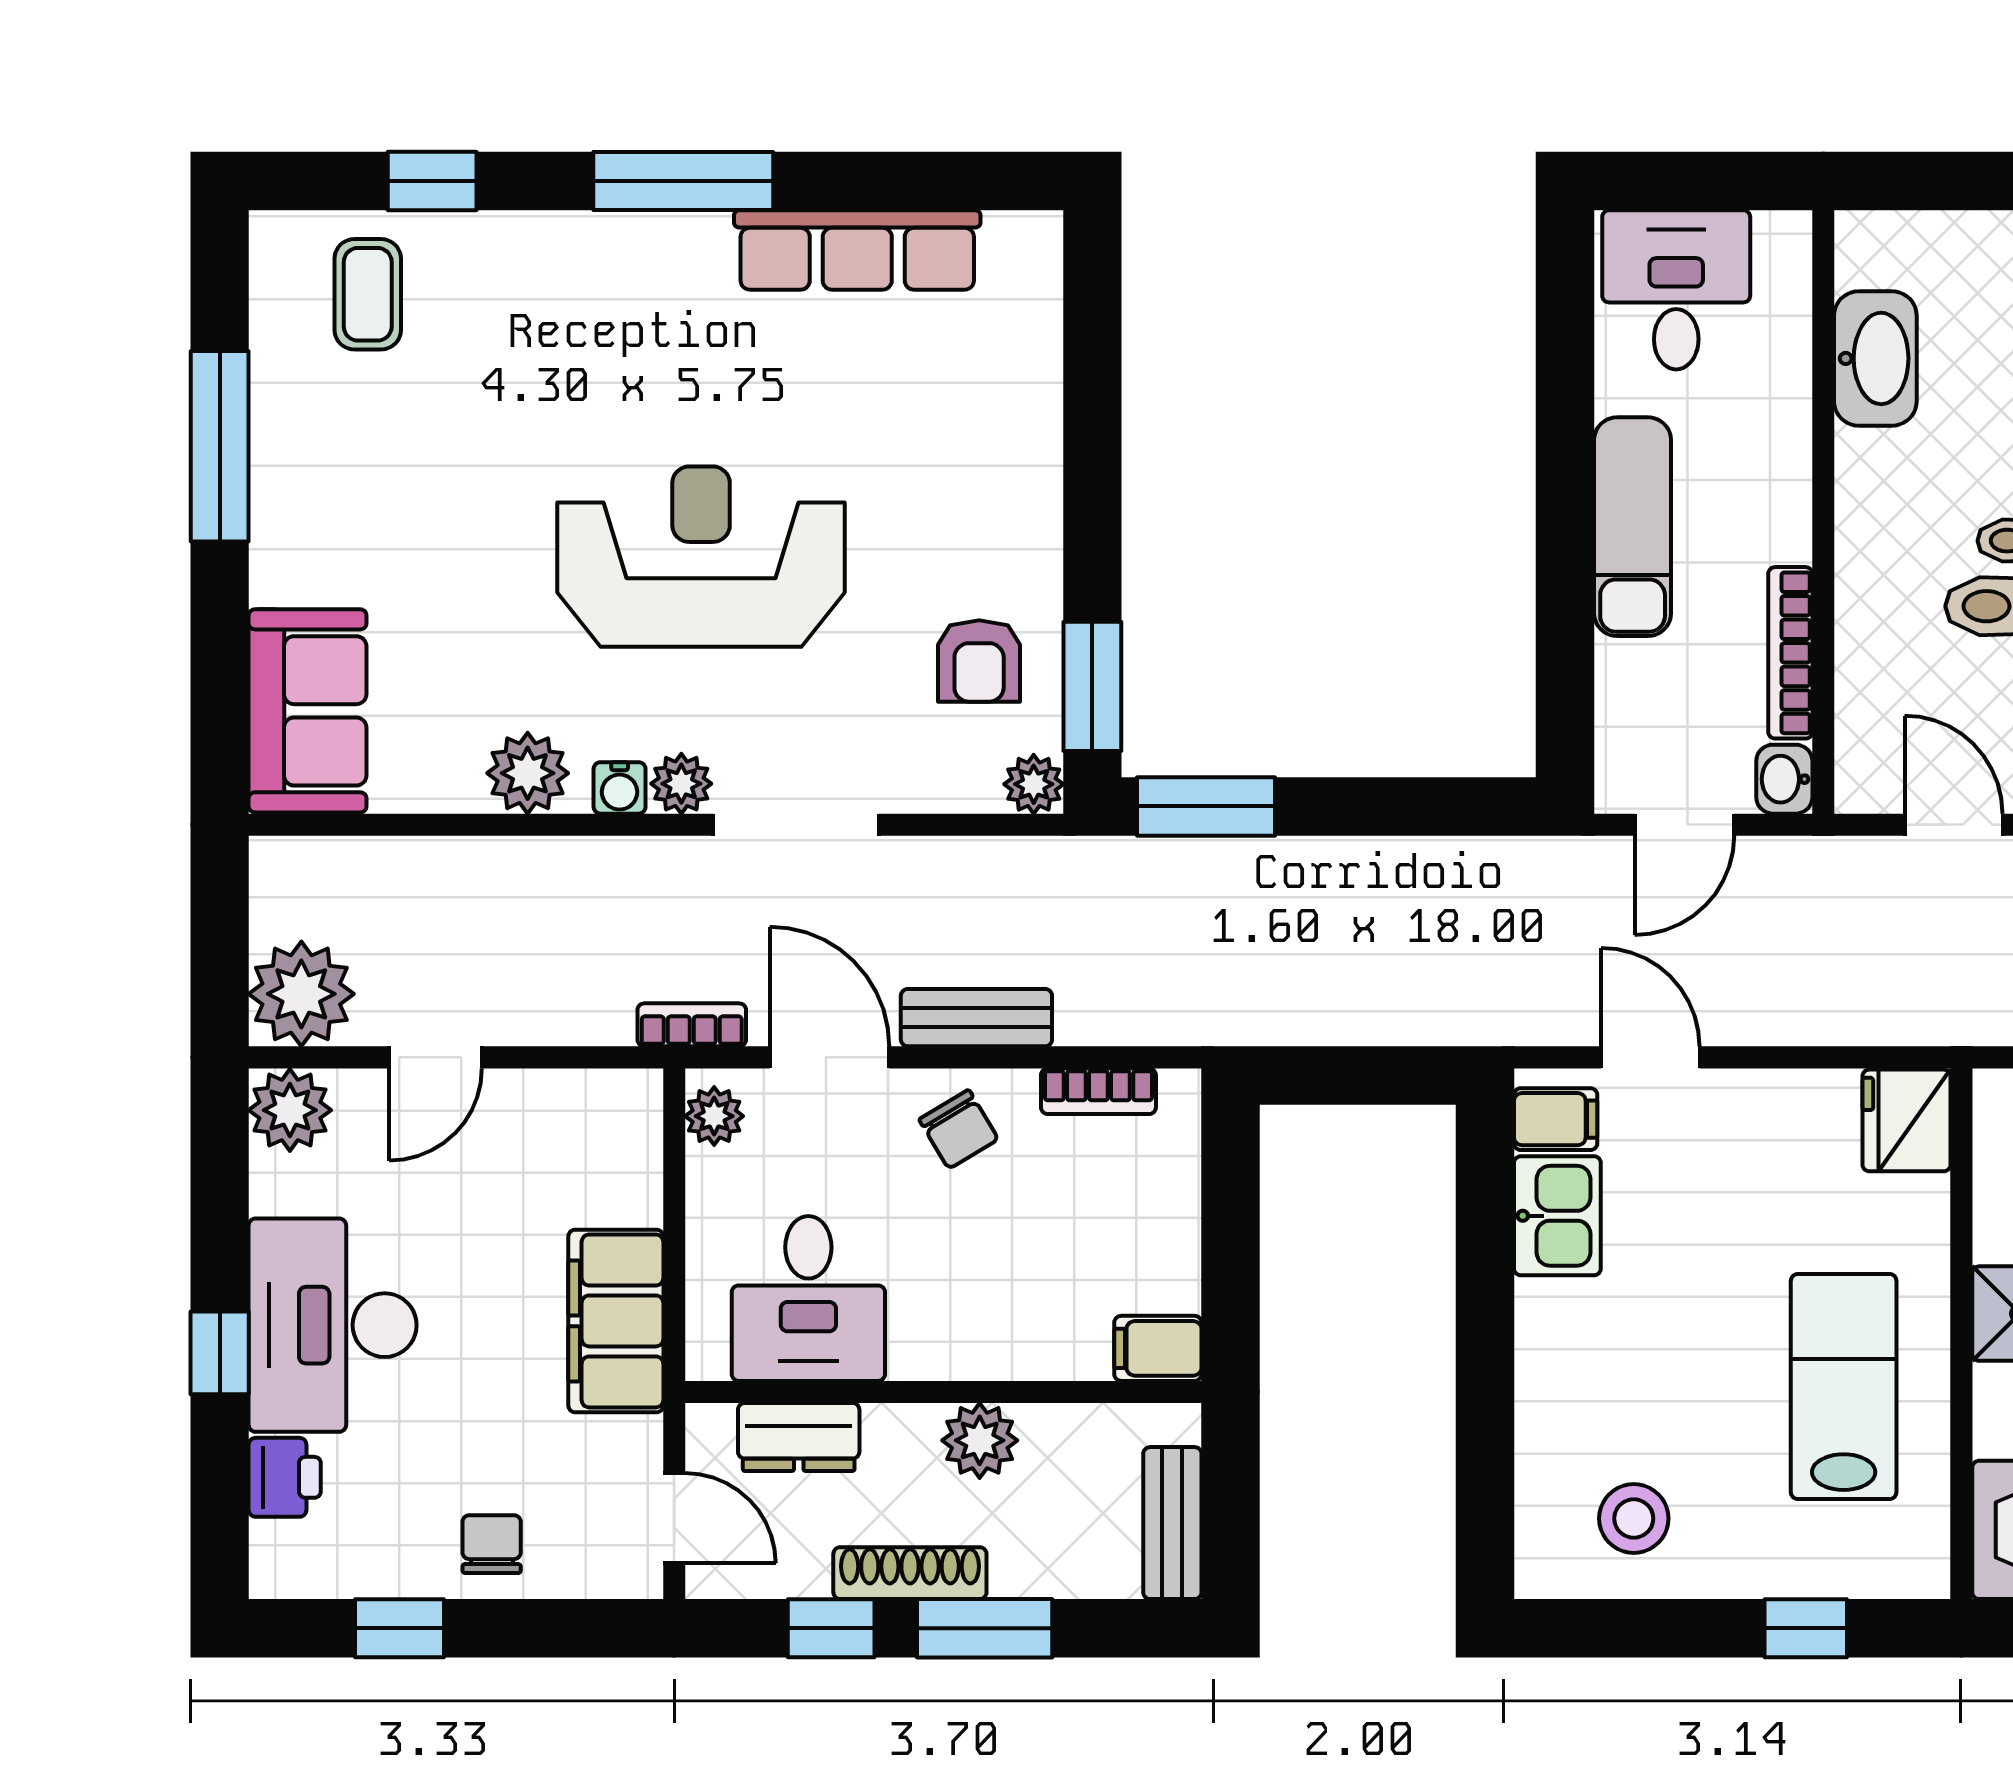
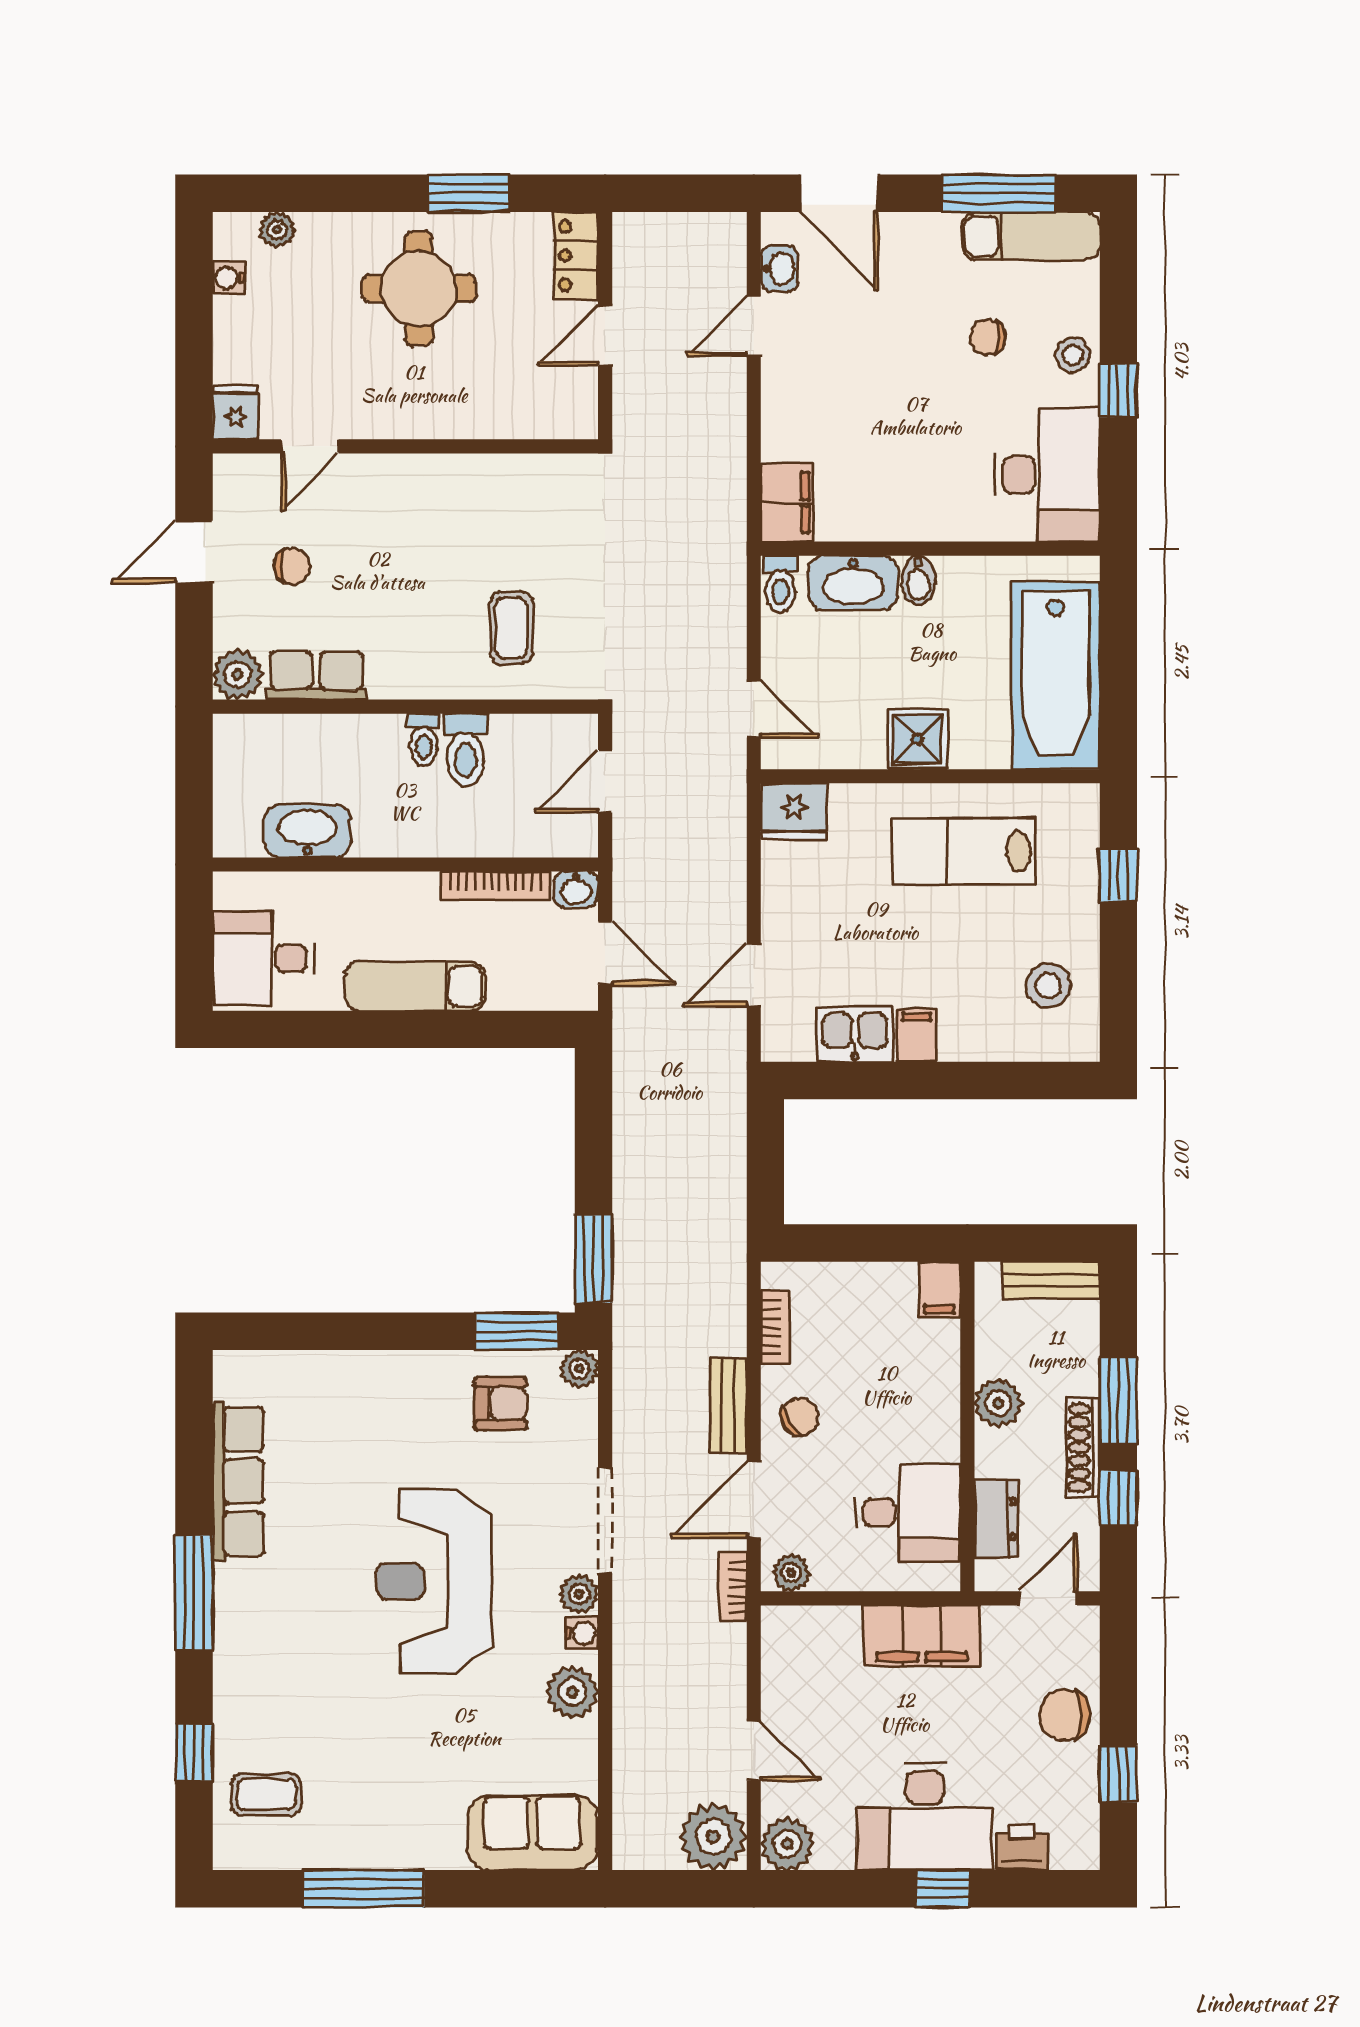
filing cabinet: (1556, 1119) -> (917, 1035), moved
chair: (492, 1544) -> (1065, 1715), width x1.37, depth x1.37

